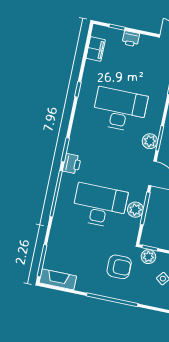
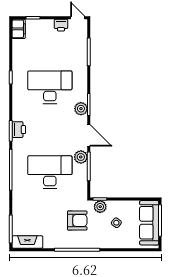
printer: (131, 39) -> (61, 25), moved
filing cabinet: (96, 49) -> (19, 29), moved
printer: (72, 164) -> (19, 130), moved
plant: (135, 210) -> (81, 157), moved

